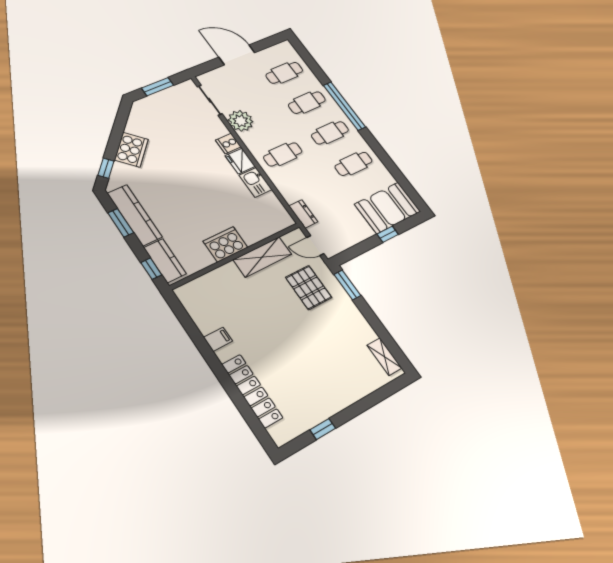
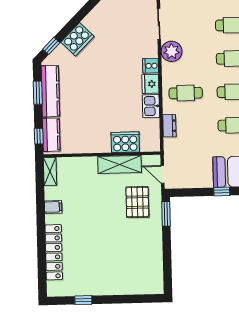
dresser: (303, 214) -> (169, 126), moved
cooker: (225, 244) -> (125, 142), moved
shelving: (384, 357) -> (50, 171), moved

